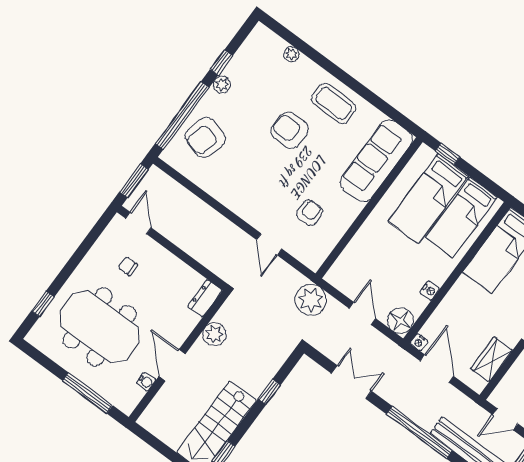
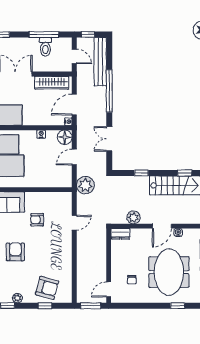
window: (182, 116) -> (45, 306), width x0.32
armchair: (290, 130) -> (15, 252), turned 180
armchair: (310, 213) -> (37, 220), moved
wardrobe: (491, 359) -> (52, 83), width x1.50

